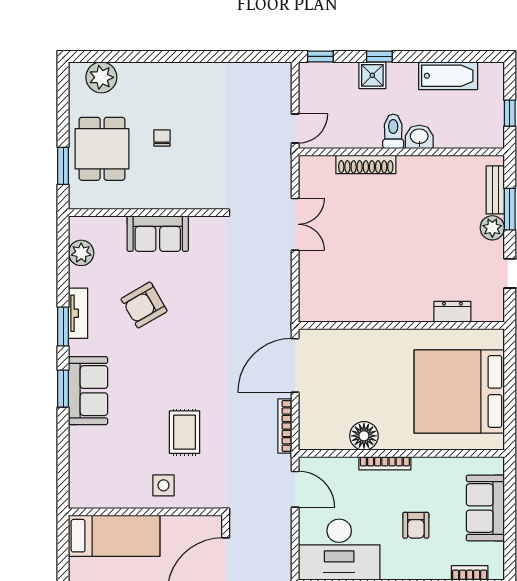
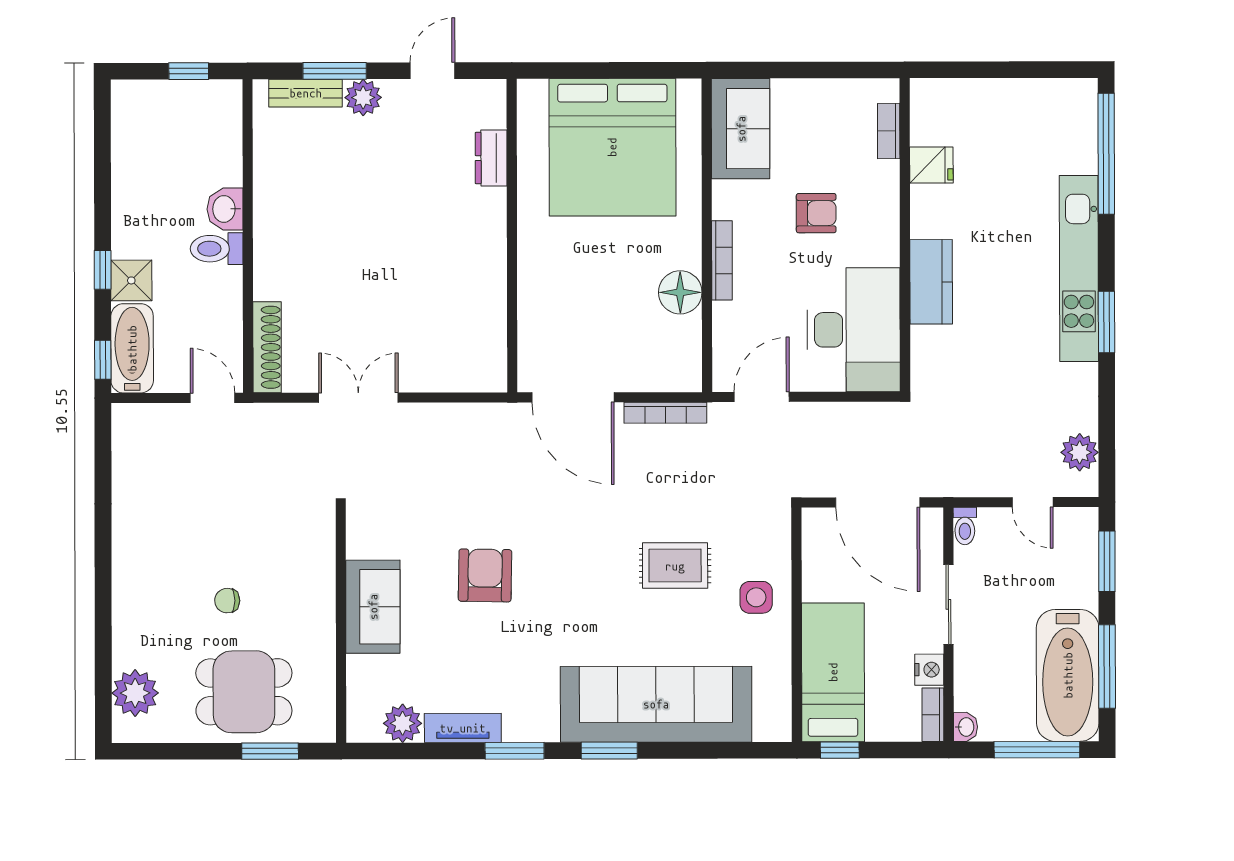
bathtub: (448, 76) -> (132, 348), moved
shoe rack: (366, 164) -> (267, 347), moved
armchair: (144, 305) -> (485, 575), moved, turned -149
tv unit: (78, 313) -> (463, 728), moved
sofa: (88, 391) -> (656, 704), width x1.85, depth x1.27
sofa: (485, 508) -> (741, 129), moved, turned -90
window: (63, 540) -> (840, 750), added

